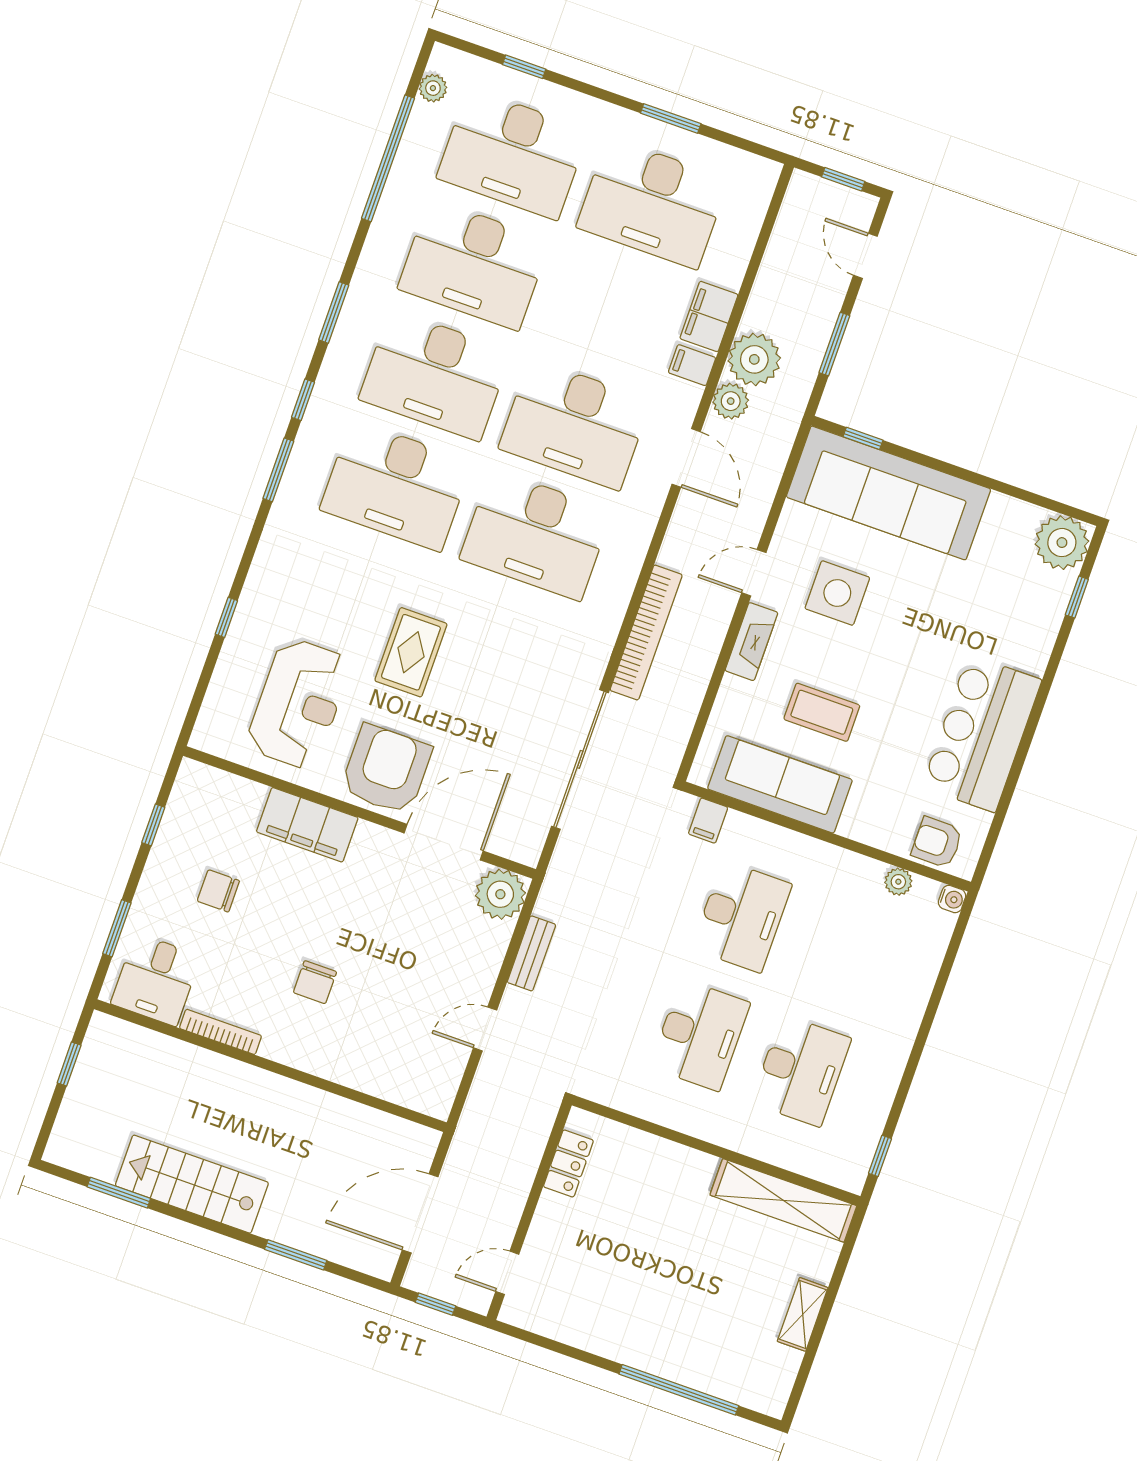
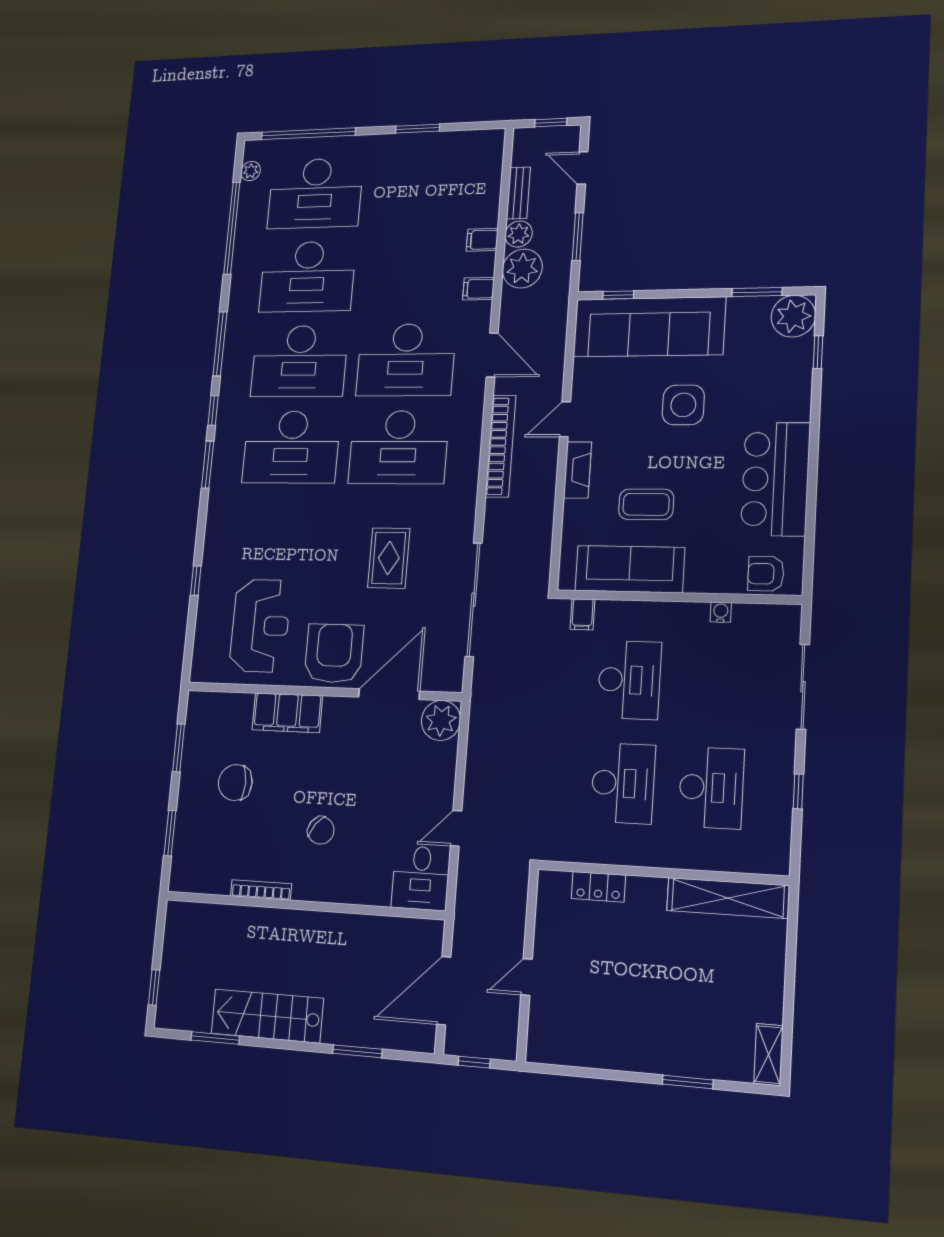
window: (524, 67) -> (308, 134), width x3.17
desk: (653, 203) -> (420, 189), removed
window: (334, 312) -> (220, 344), width x1.44
filing cabinet: (709, 316) -> (482, 240), width x0.50
plant: (731, 401) -> (519, 234), moved
window: (1029, 497) -> (757, 292), added
side table: (837, 593) -> (683, 405), moved
bookcase: (646, 633) -> (501, 446), moved
rug: (411, 652) -> (389, 558), moved
window: (153, 825) -> (179, 748), width x1.50
plant: (898, 882) -> (744, 614), removed
chair: (218, 891) -> (235, 783), width x1.37, depth x1.37
water cooler: (952, 899) -> (721, 612), moved, turned -90
bench: (531, 953) -> (518, 193), moved
desk: (156, 980) -> (421, 878), moved
chair: (315, 982) -> (321, 830), turned -52
sliding door: (939, 987) -> (803, 687), added
window: (69, 1064) -> (154, 987), moved
window: (880, 1156) -> (798, 791), moved
locker: (568, 1163) -> (598, 887), moved, turned 90
door: (507, 1273) -> (527, 977), moved
shelving: (803, 1314) -> (769, 1055), moved
window: (679, 1390) -> (688, 1082), width x0.47

